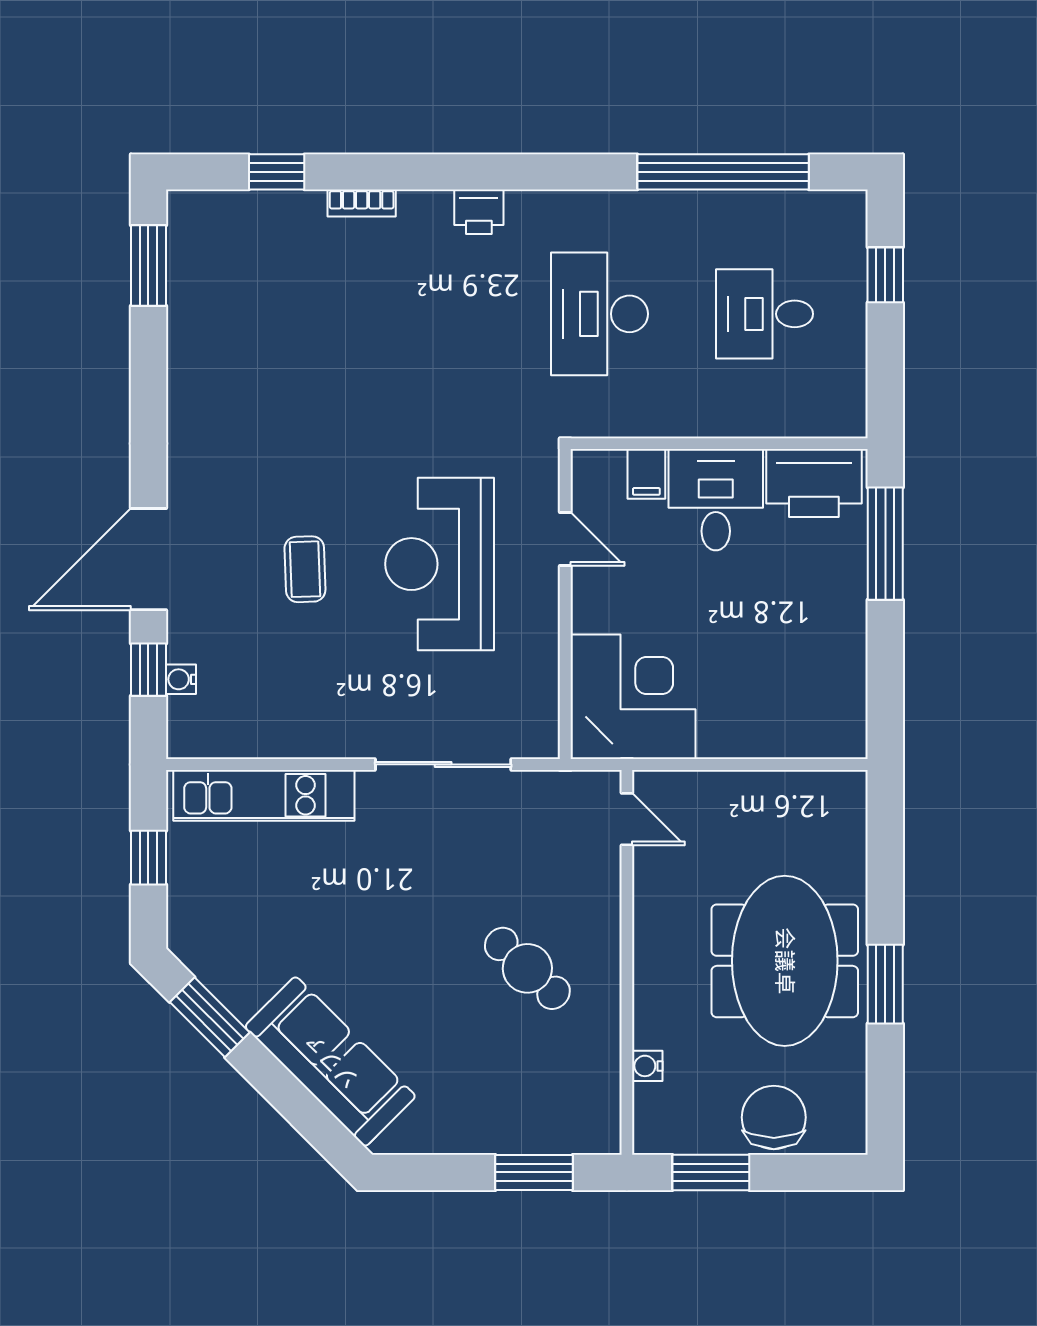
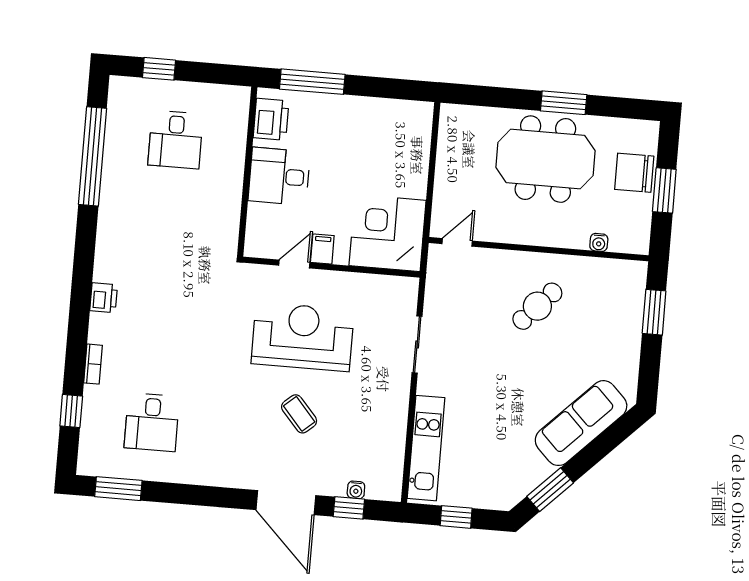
desk: (599, 314) -> (152, 422), moved, width x0.73
filing cabinet: (646, 474) -> (322, 249), moved, turned -90
printer: (814, 483) -> (271, 119), width x0.73, depth x0.84
reception desk: (440, 564) -> (303, 337), turned 180
coffee table: (305, 569) -> (299, 414), turned 51
sliding door: (443, 764) -> (417, 344), width x0.73
window: (711, 1172) -> (664, 190), moved

